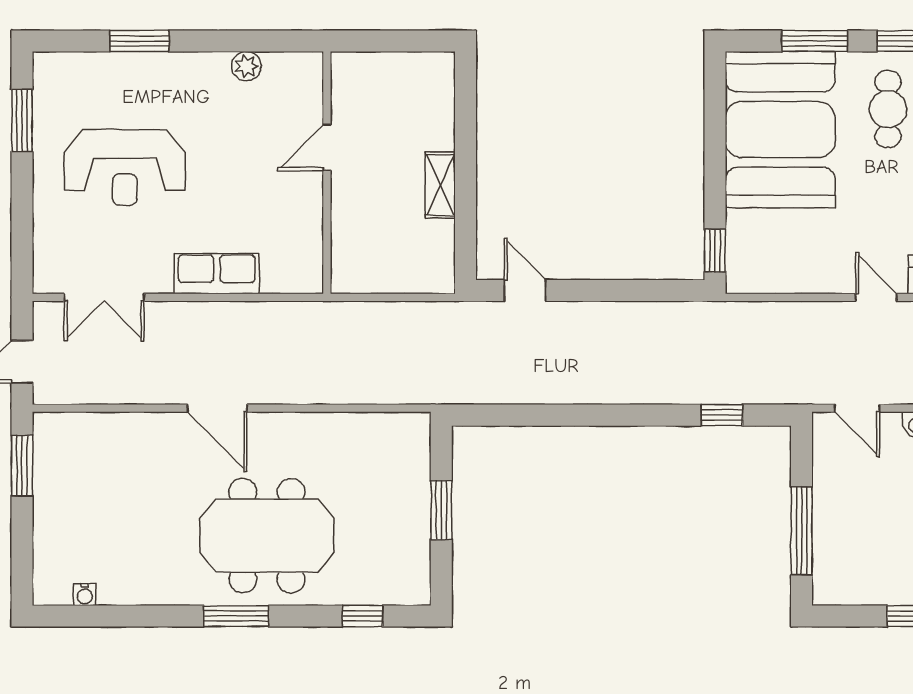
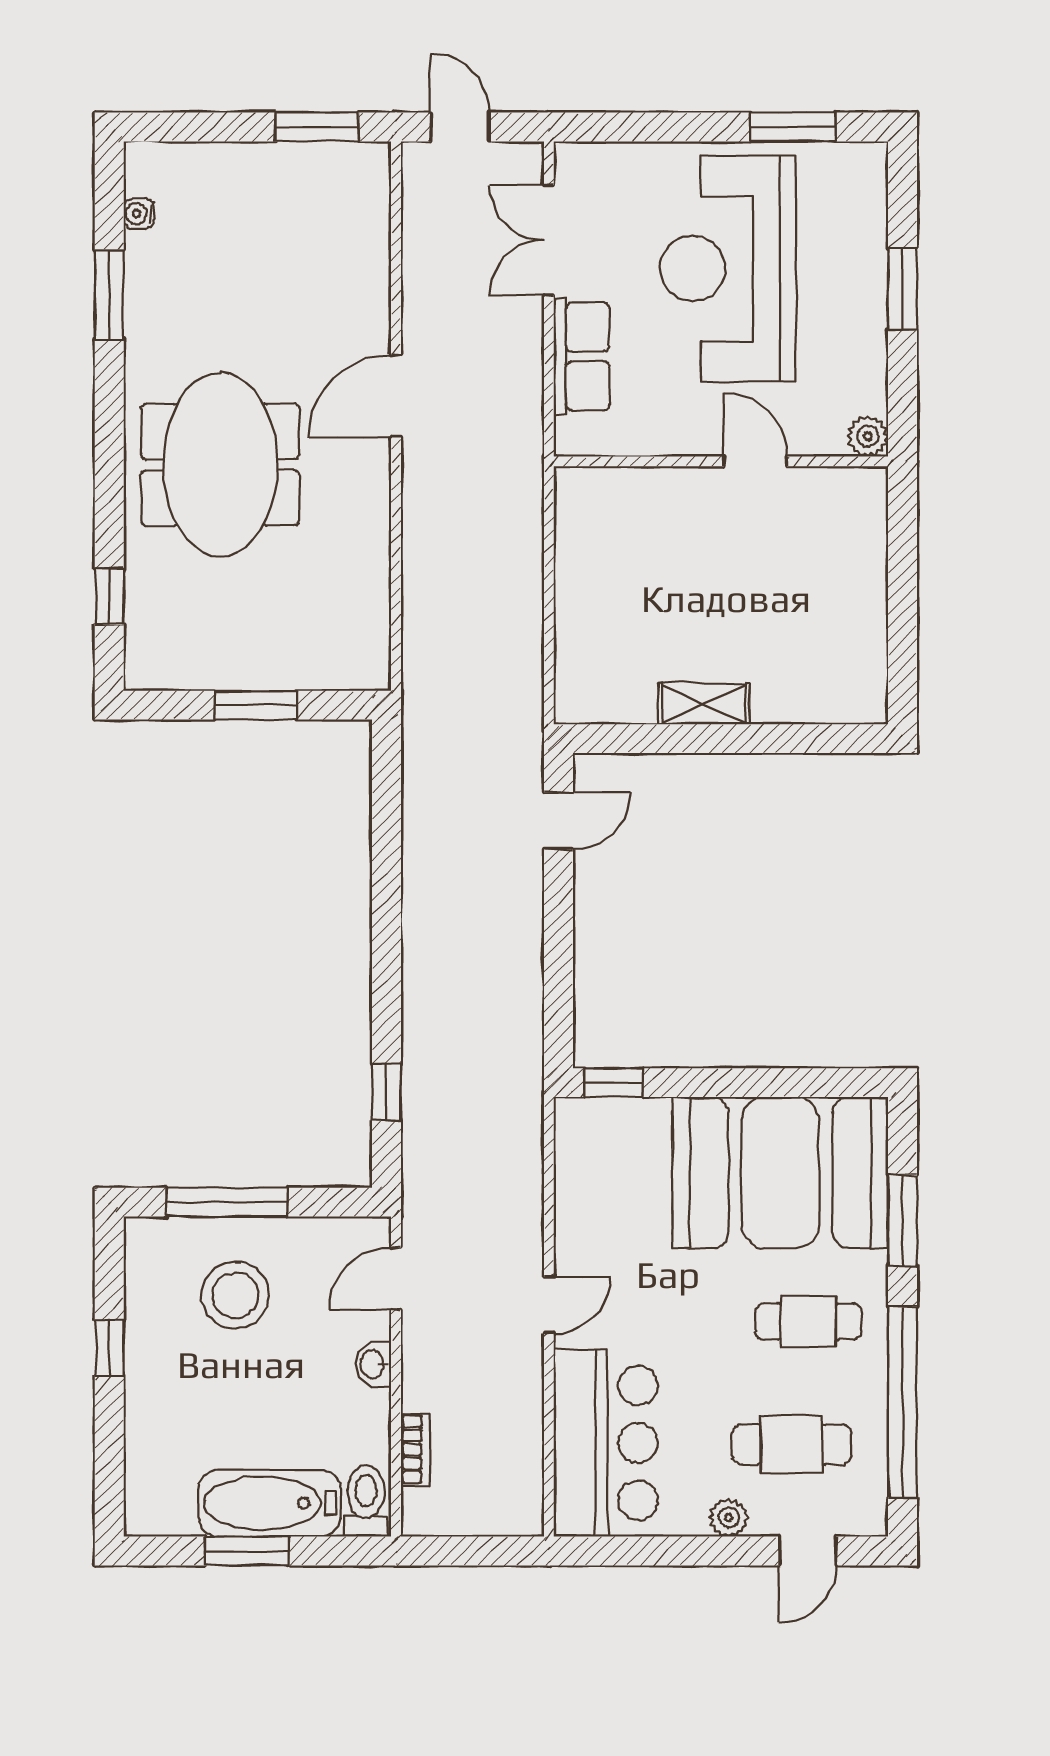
door: (327, 148) -> (755, 461), moved
reception desk: (125, 167) -> (728, 269), width x1.36, depth x1.30
wall: (327, 173) -> (721, 461), moved
row of seats: (217, 274) -> (582, 356), moved
stool: (869, 525) -> (235, 1295), added
window: (236, 616) -> (109, 294), moved

